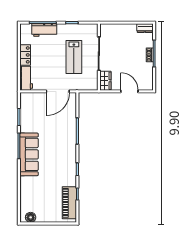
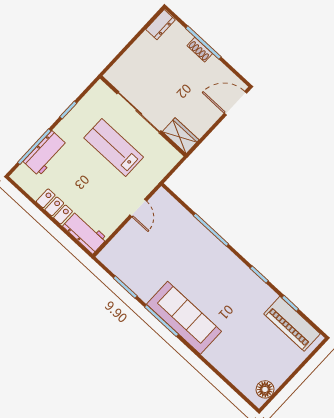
lab bench: (74, 57) -> (114, 147), turned 180
door: (58, 91) -> (138, 208), width x0.53
door: (129, 91) -> (235, 103), moved

